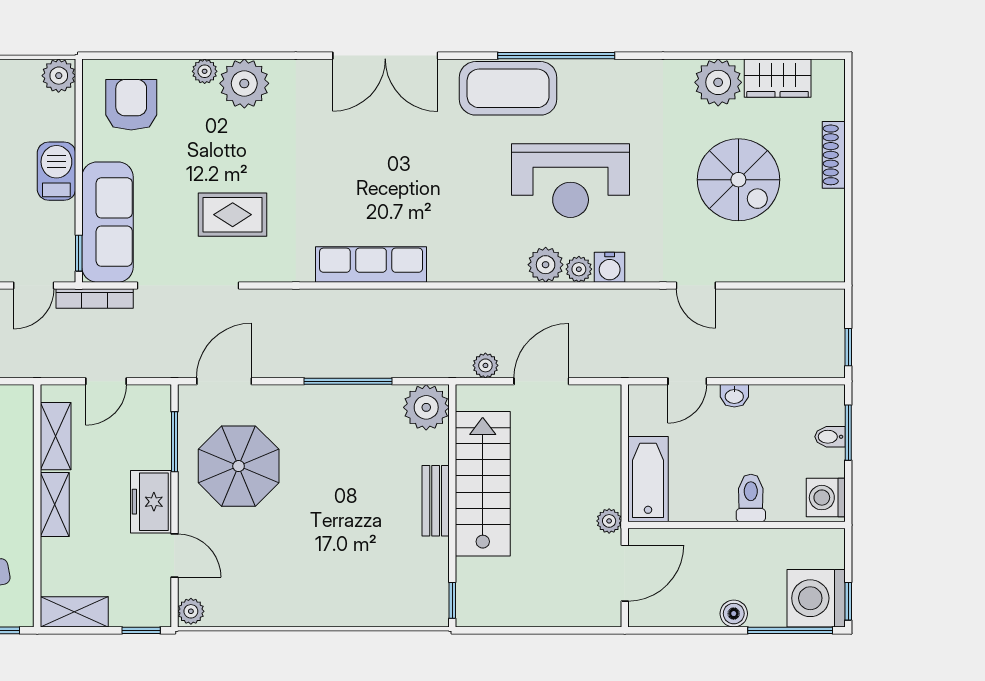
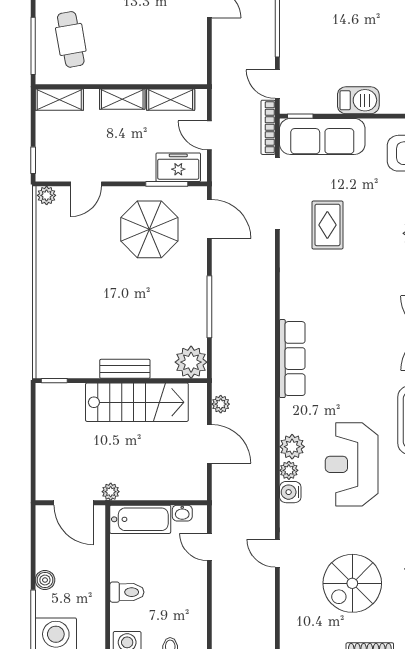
row of seats: (371, 264) -> (292, 359), moved
door: (696, 286) -> (277, 553), hinge flipped
washbasin: (734, 396) -> (182, 513), moved, turned -90
freezer: (151, 502) -> (178, 167), moved
shelving: (74, 612) -> (59, 100), moved, turned 90

